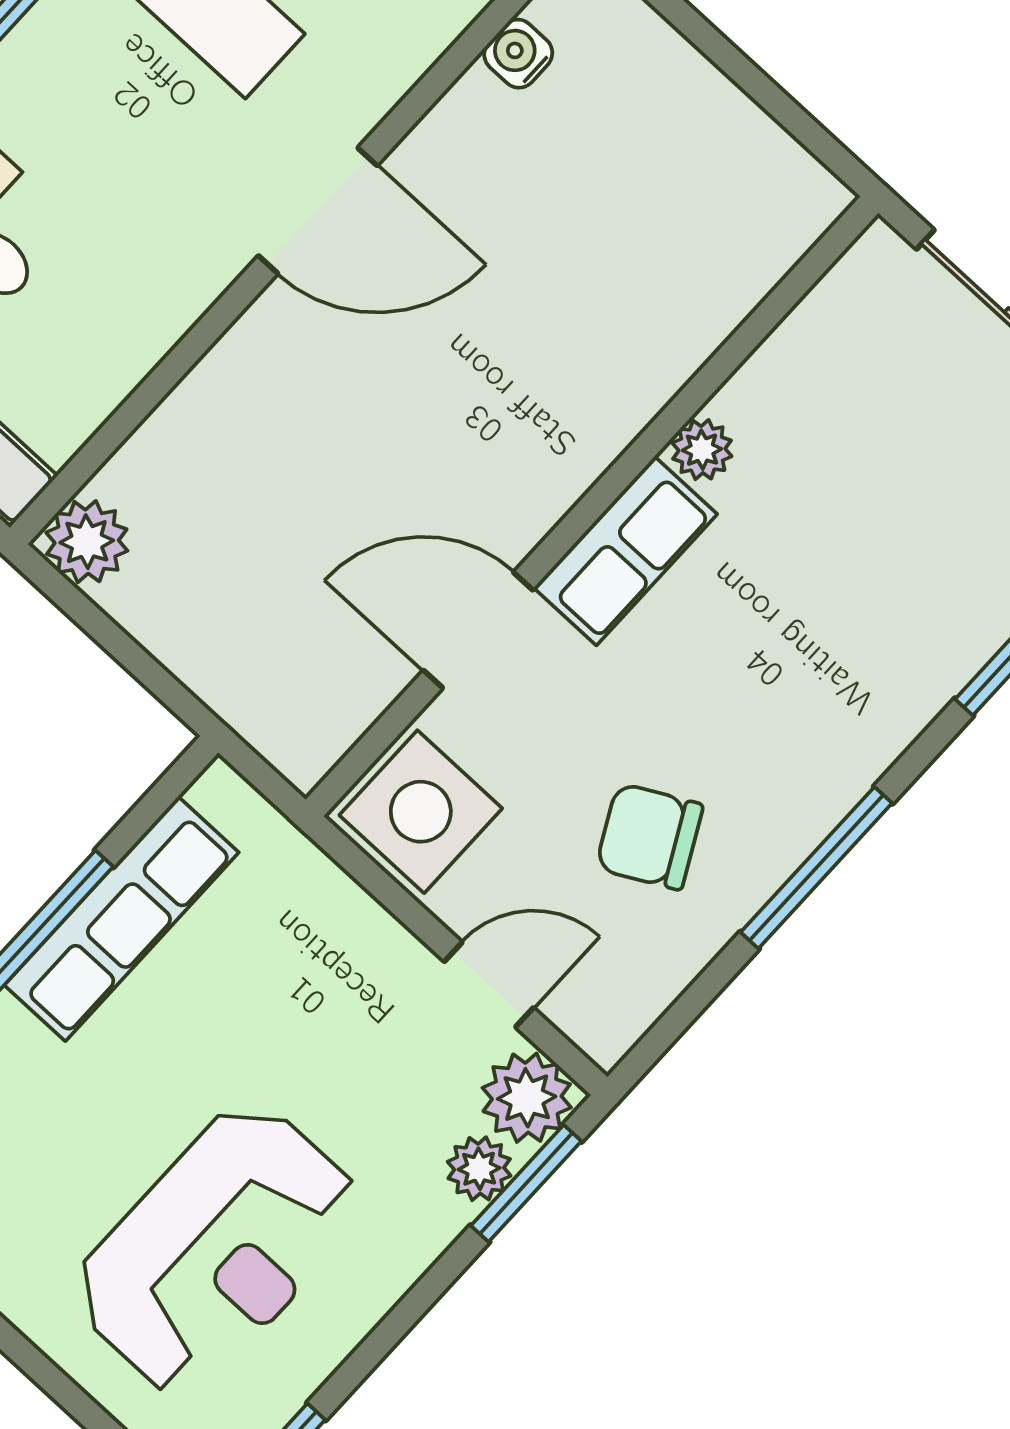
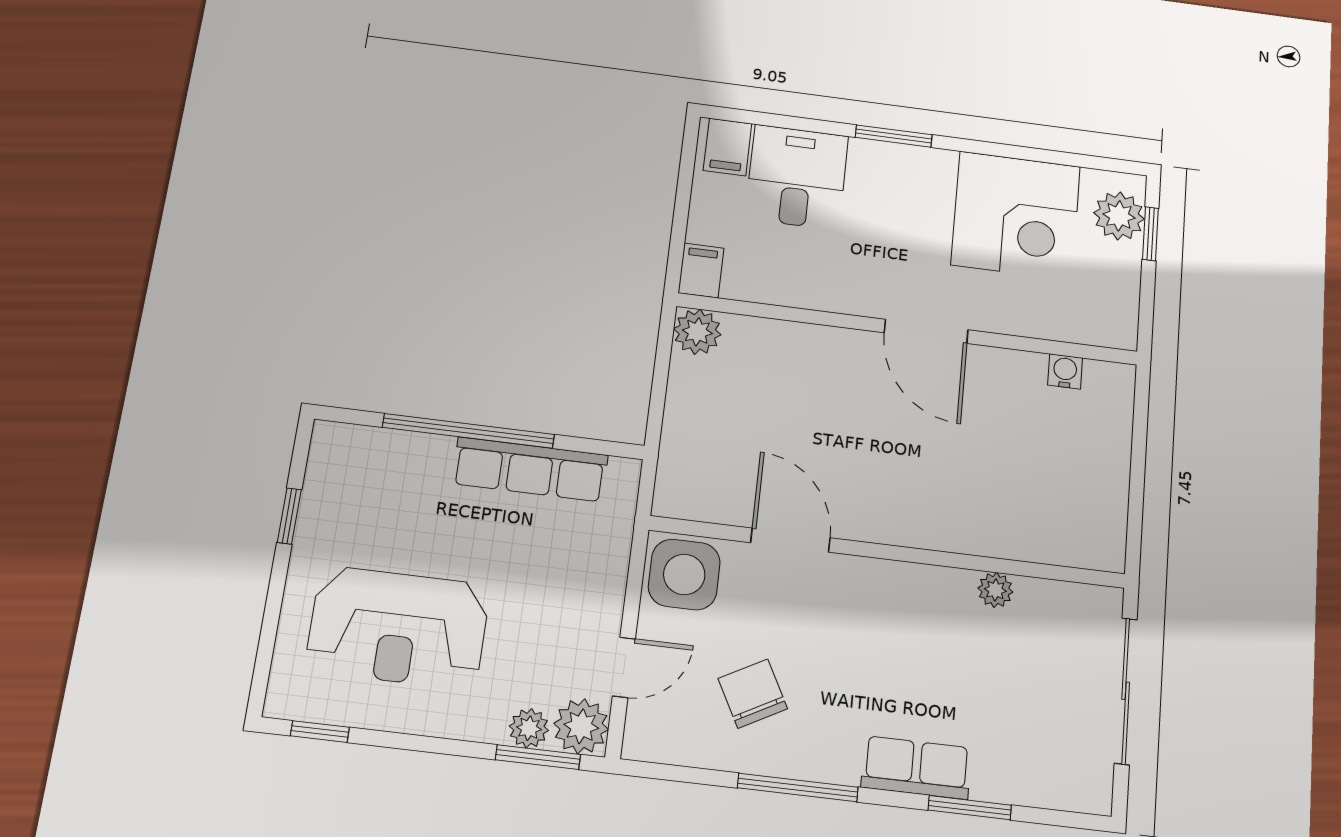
plant: (702, 450) -> (995, 590), moved
row of seats: (625, 551) -> (916, 768), moved, turned 180
door: (489, 985) -> (624, 667), hinge flipped

